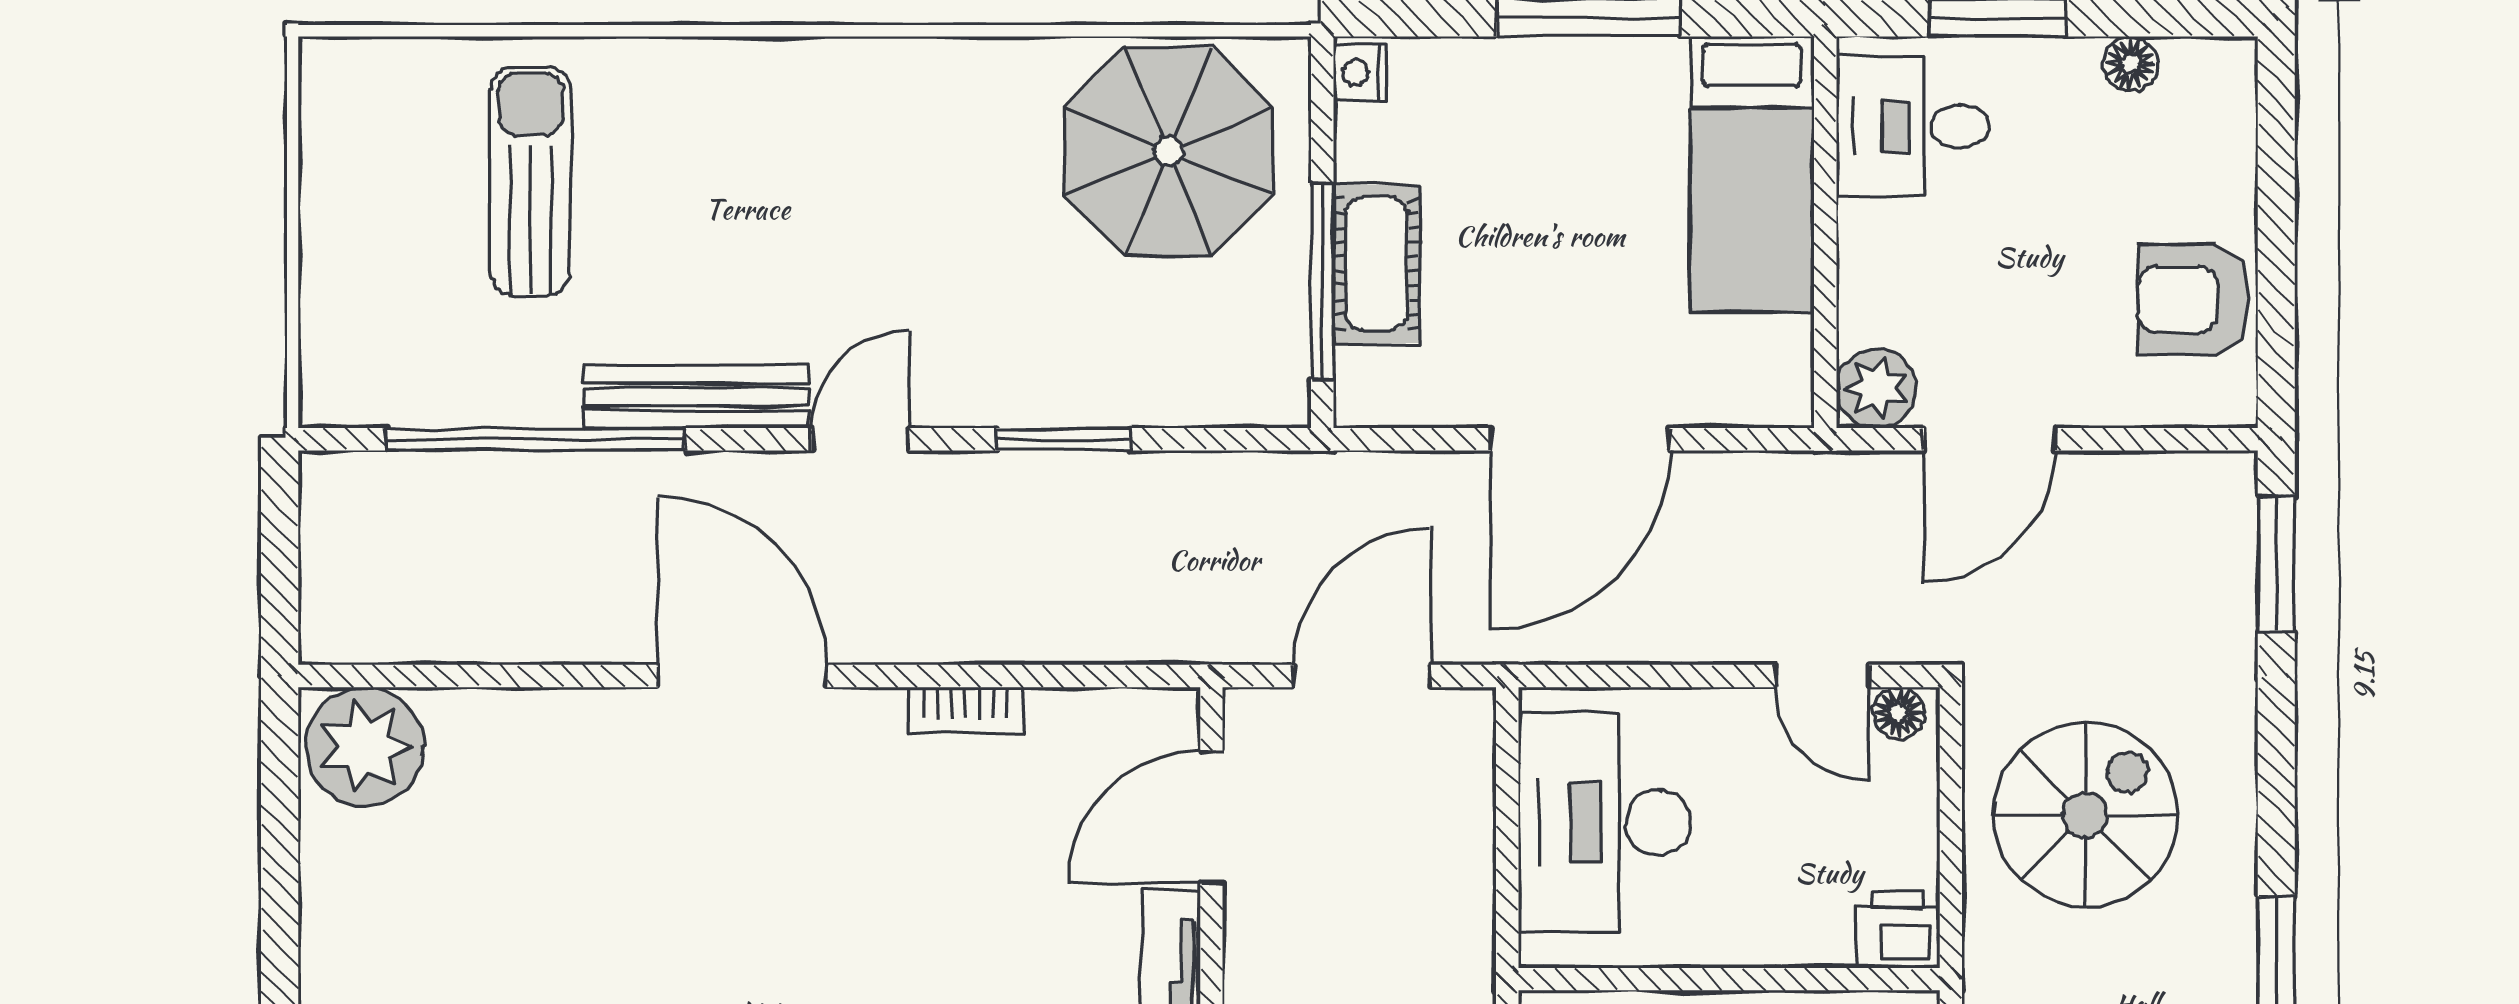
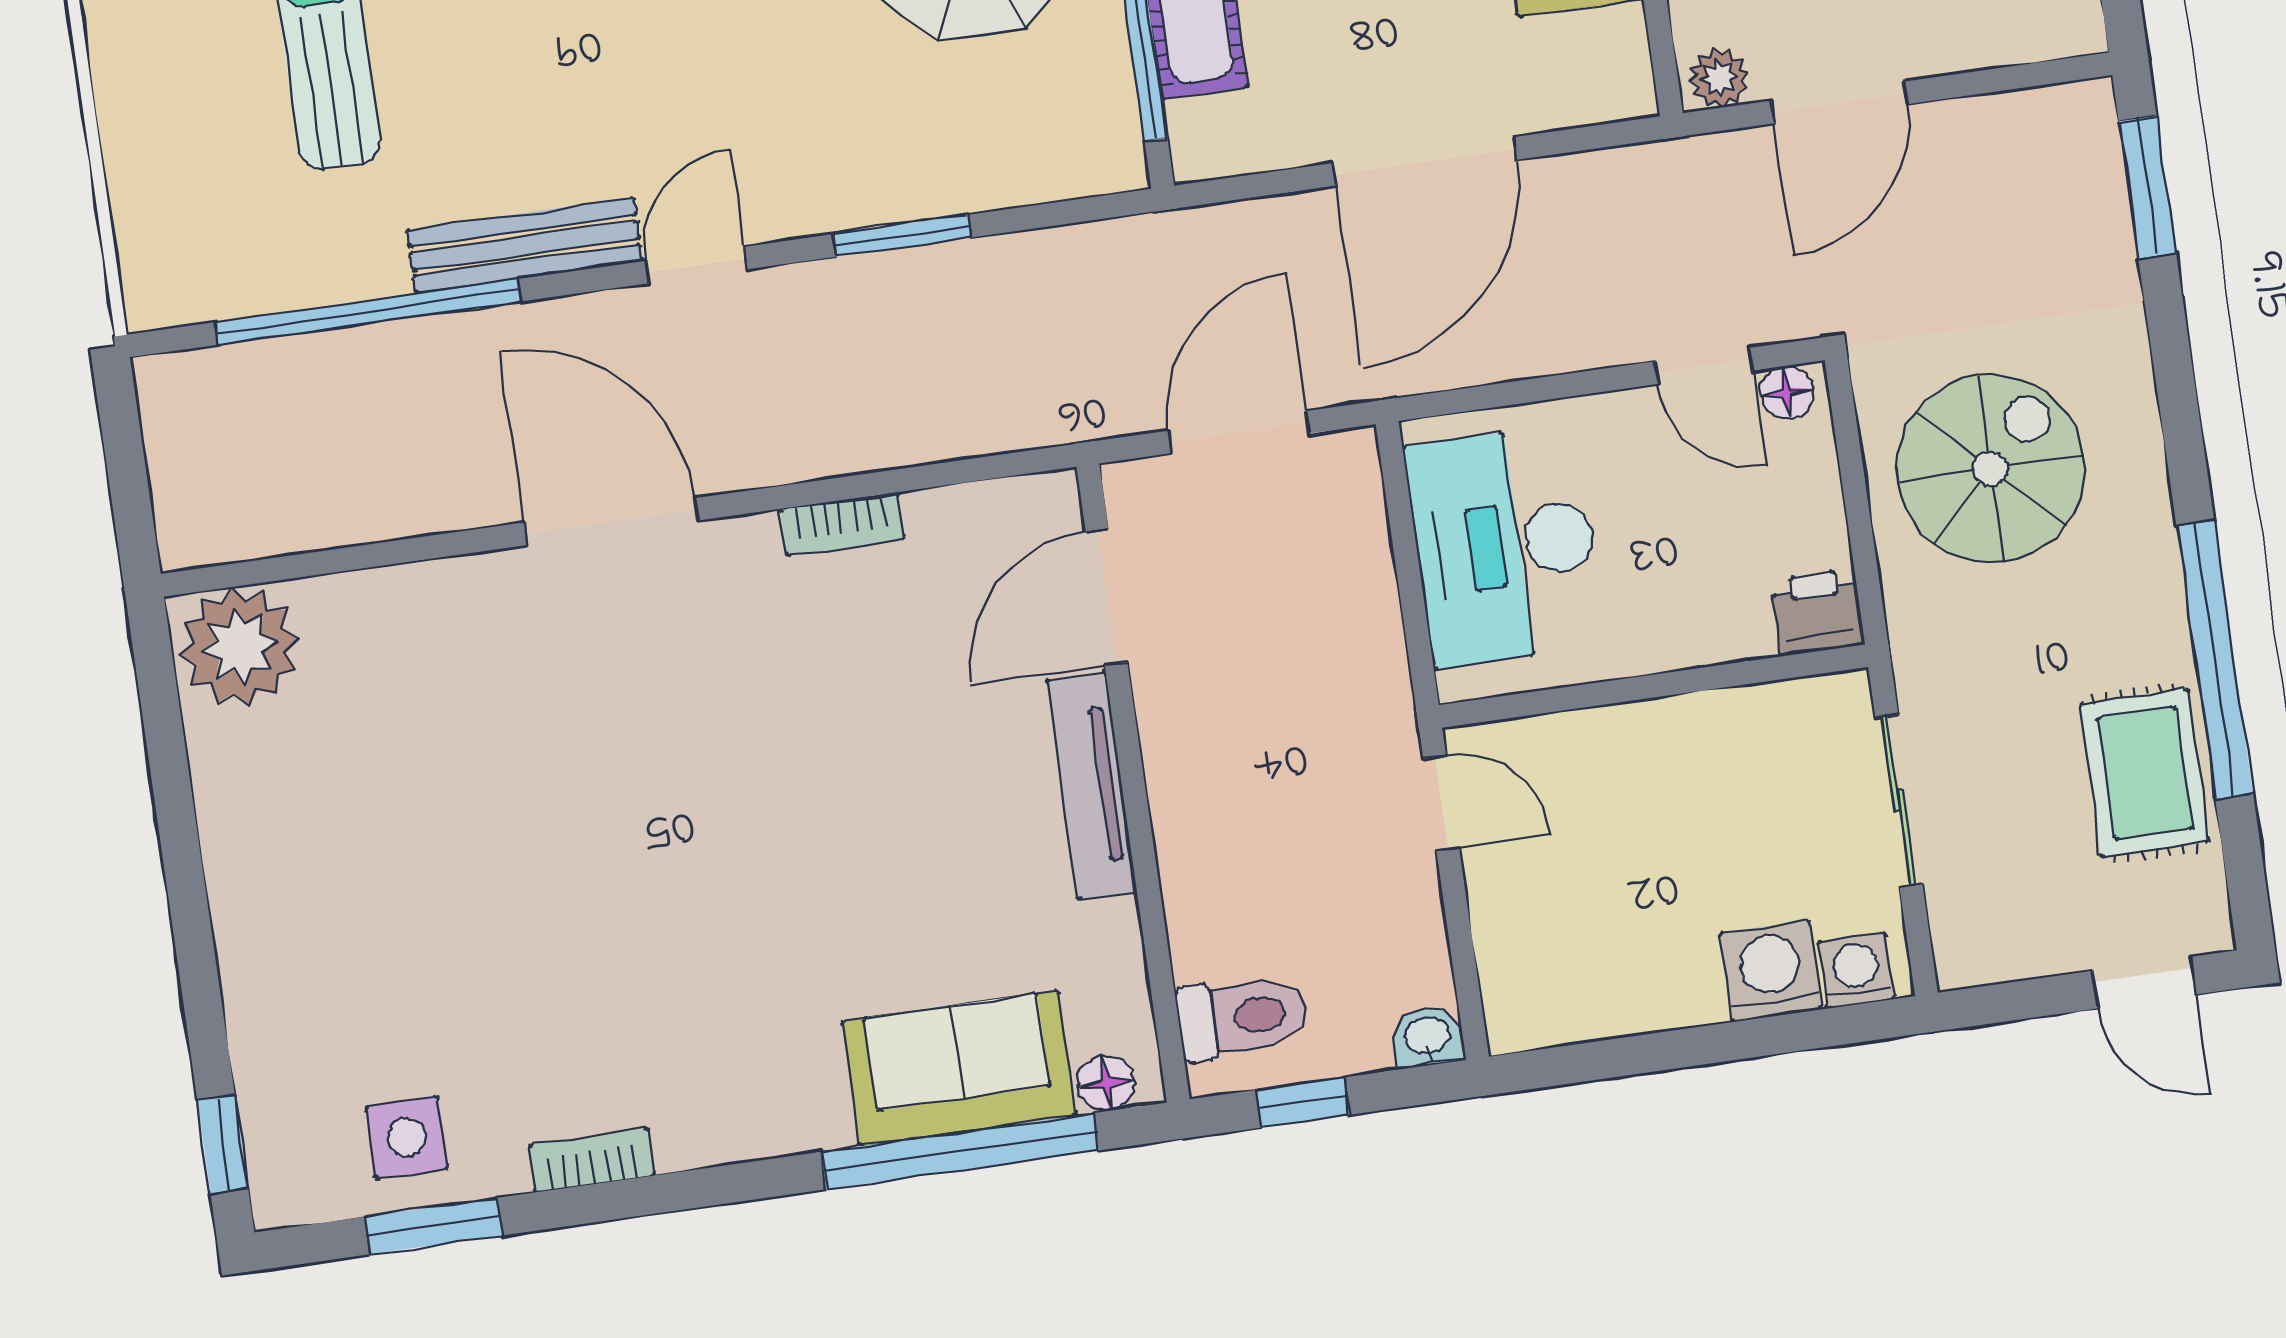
plant: (1877, 388) -> (1719, 78), width x0.73, depth x0.73

